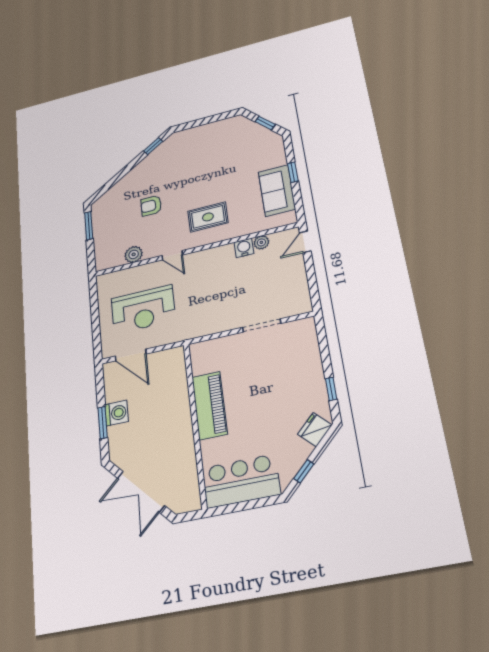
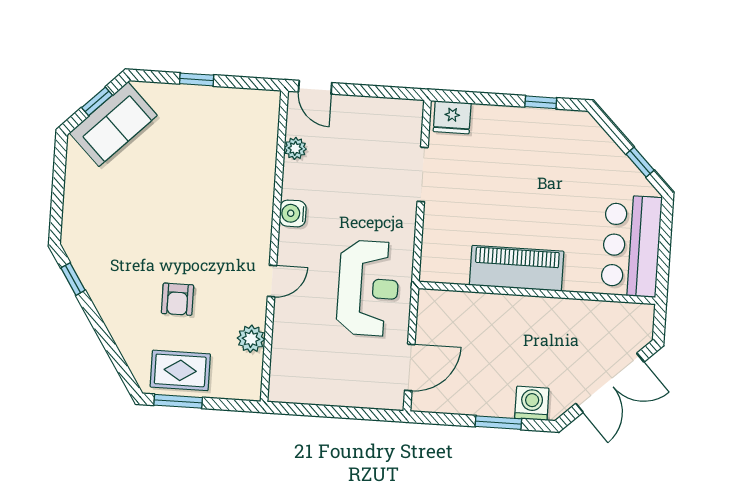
sofa: (277, 190) -> (113, 124), moved, turned -45
rug: (208, 217) -> (180, 370), moved, turned 90
water cooler: (244, 248) -> (293, 213), moved
reception desk: (143, 309) -> (368, 288), moved
washing machine: (117, 413) -> (532, 403), moved
fridge: (315, 430) -> (452, 117), moved, turned -45

